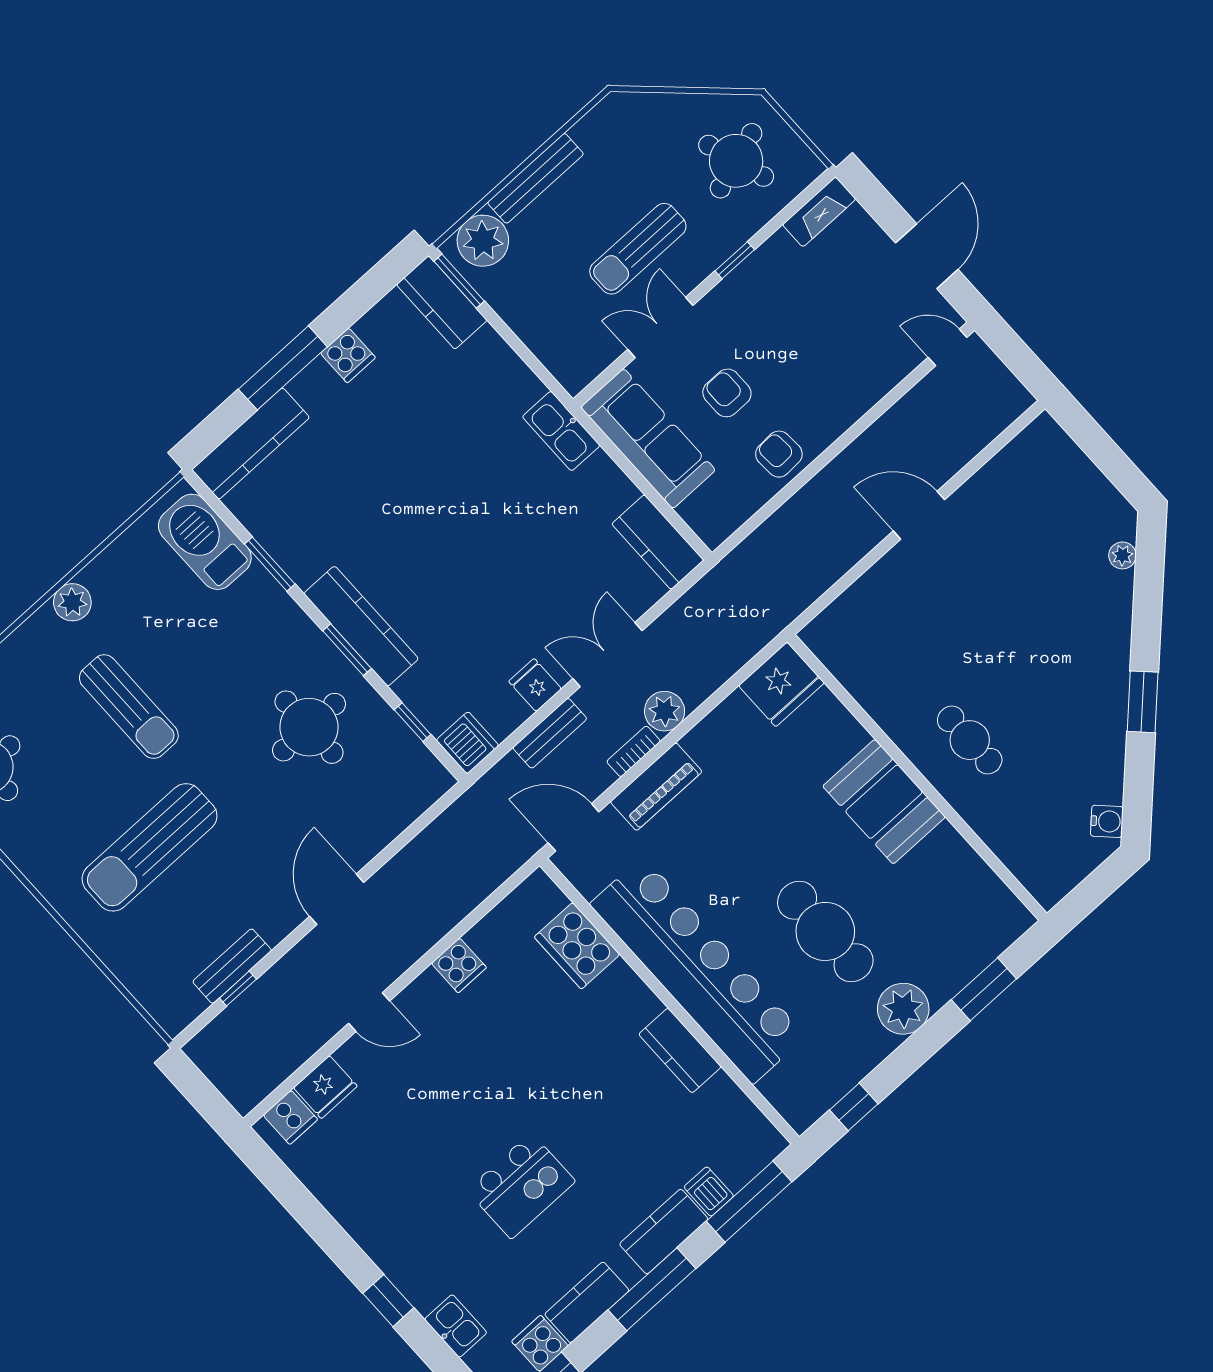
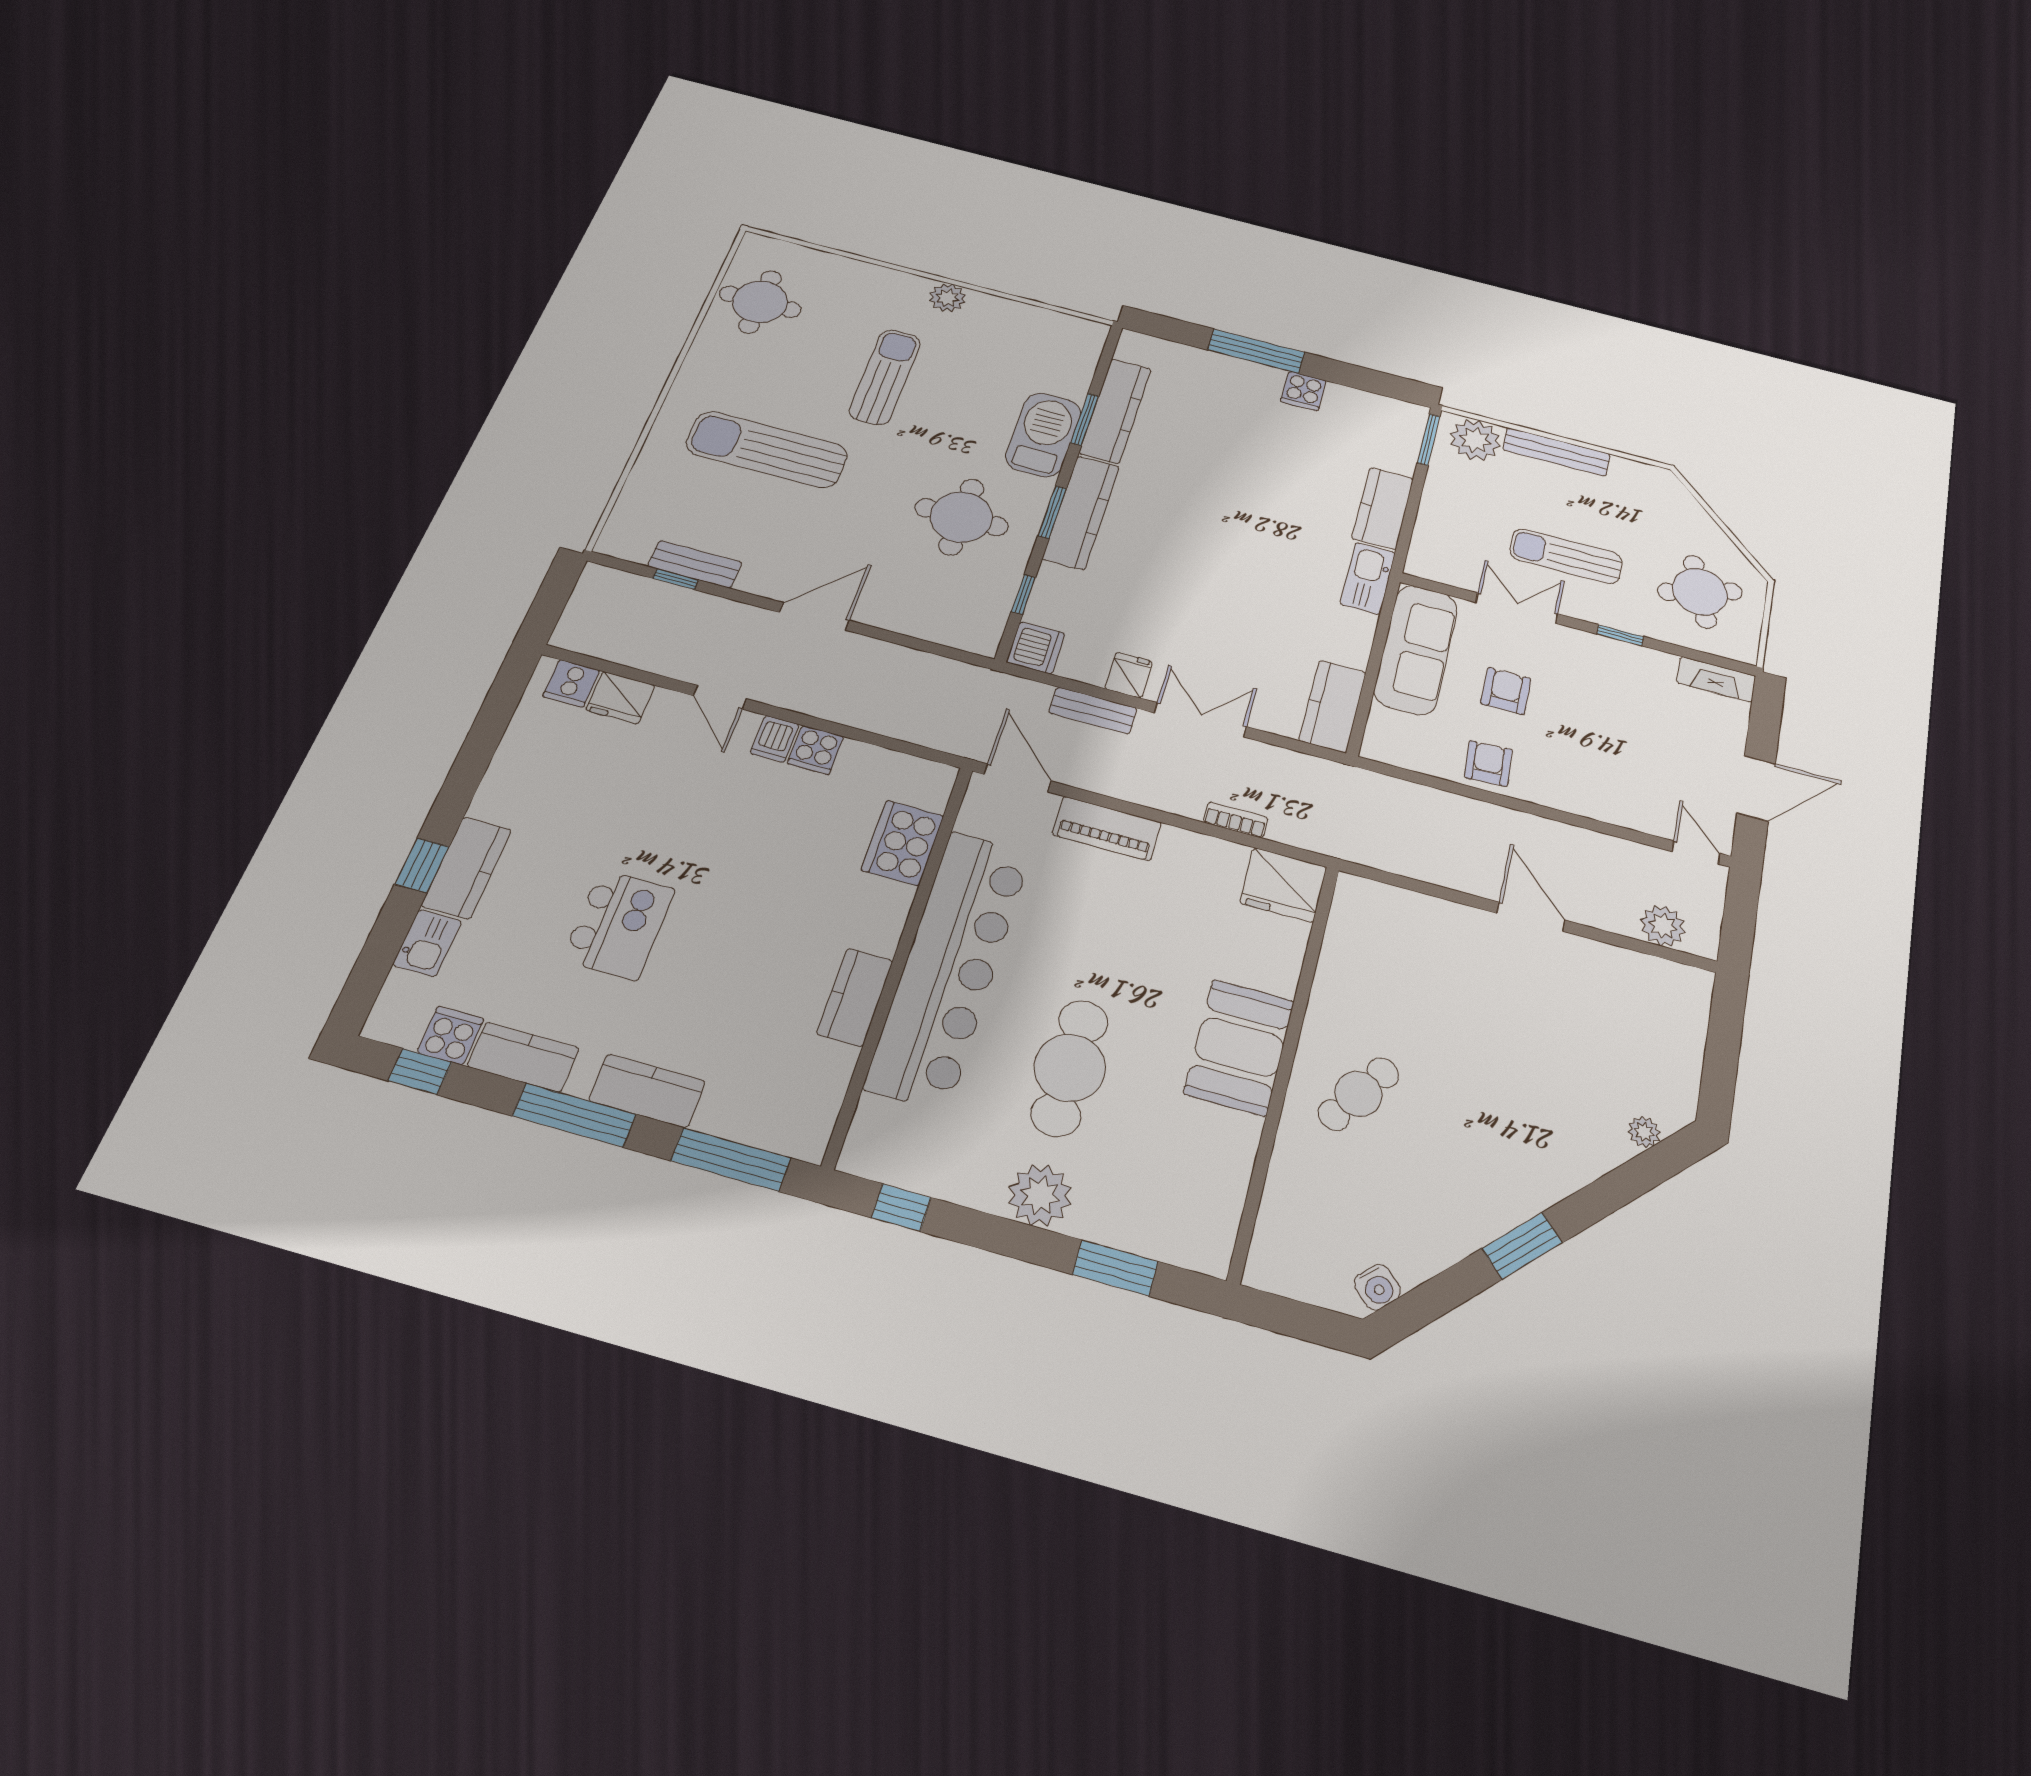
kitchen counter: (442, 302) -> (1383, 508), moved
kitchen counter: (251, 444) -> (1115, 411), moved, turned -90
barbecue: (205, 542) -> (1043, 435), moved
sun lounger: (129, 707) -> (885, 377), turned 180
plant: (665, 711) -> (1663, 926), moved
cafe table: (970, 740) -> (1359, 1094), turned 34
bookcase: (634, 751) -> (1236, 820), moved
kitchen island: (521, 1186) -> (619, 924), turned -90
dishwasher: (709, 1191) -> (775, 739), moved, turned 180
kitchen counter: (409, 1270) -> (467, 868), added

